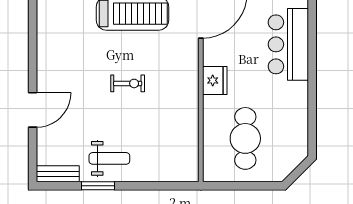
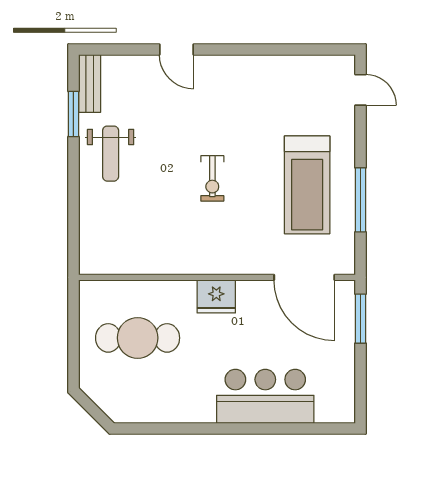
door: (33, 110) -> (176, 49), width x0.73
window: (98, 186) -> (73, 114), moved

